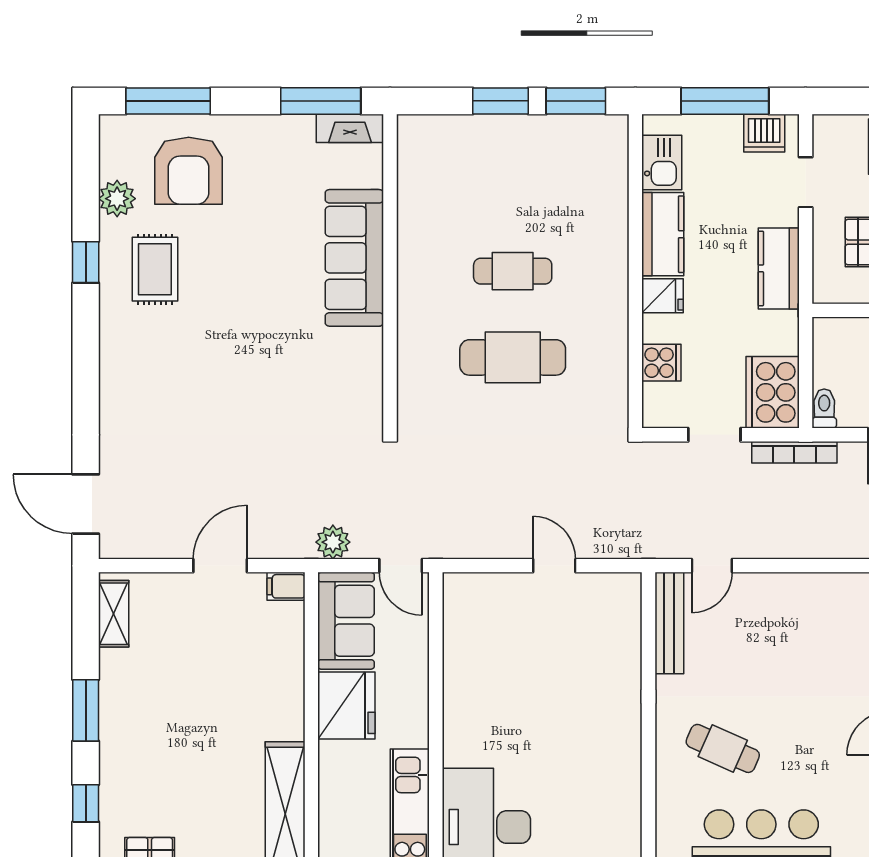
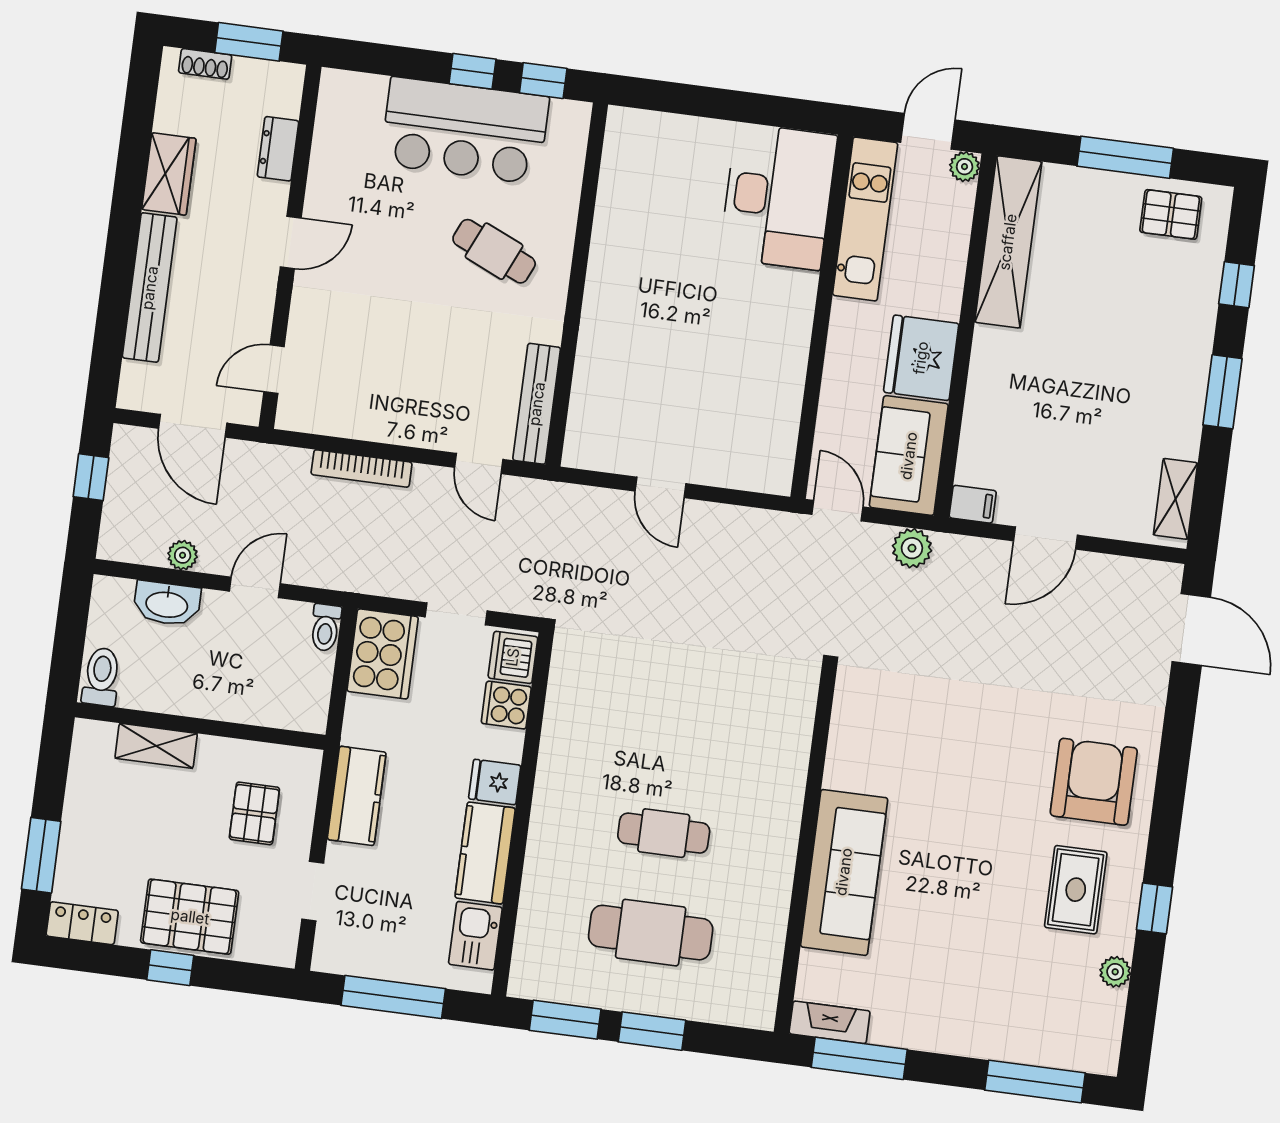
dishwasher: (764, 133) -> (513, 657), moved, turned -90
armchair: (189, 171) -> (1094, 782), moved
plant: (117, 199) -> (1115, 972), width x0.73, depth x0.73
cafe table: (513, 357) -> (651, 933), moved
bookcase: (794, 452) -> (362, 468), moved, turned 180
door: (712, 566) -> (479, 463), swing flipped

